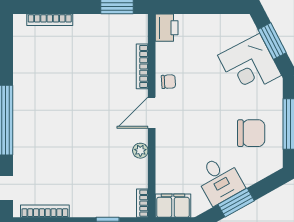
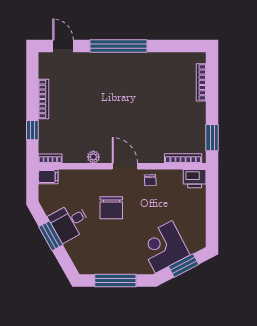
bookcase: (142, 66) -> (183, 158), moved
chair: (251, 133) -> (111, 208), moved
filing cabinet: (173, 206) -> (48, 177), width x0.50
bookcase: (45, 211) -> (44, 99), moved

